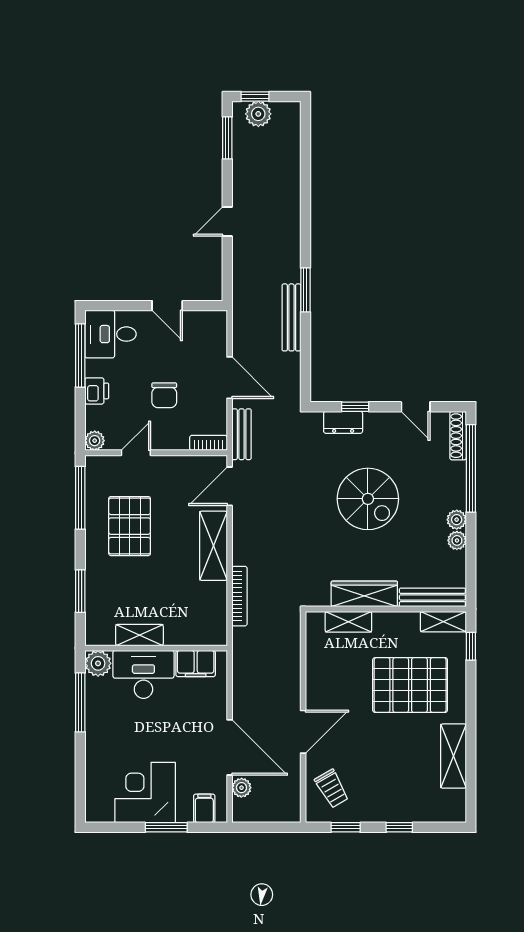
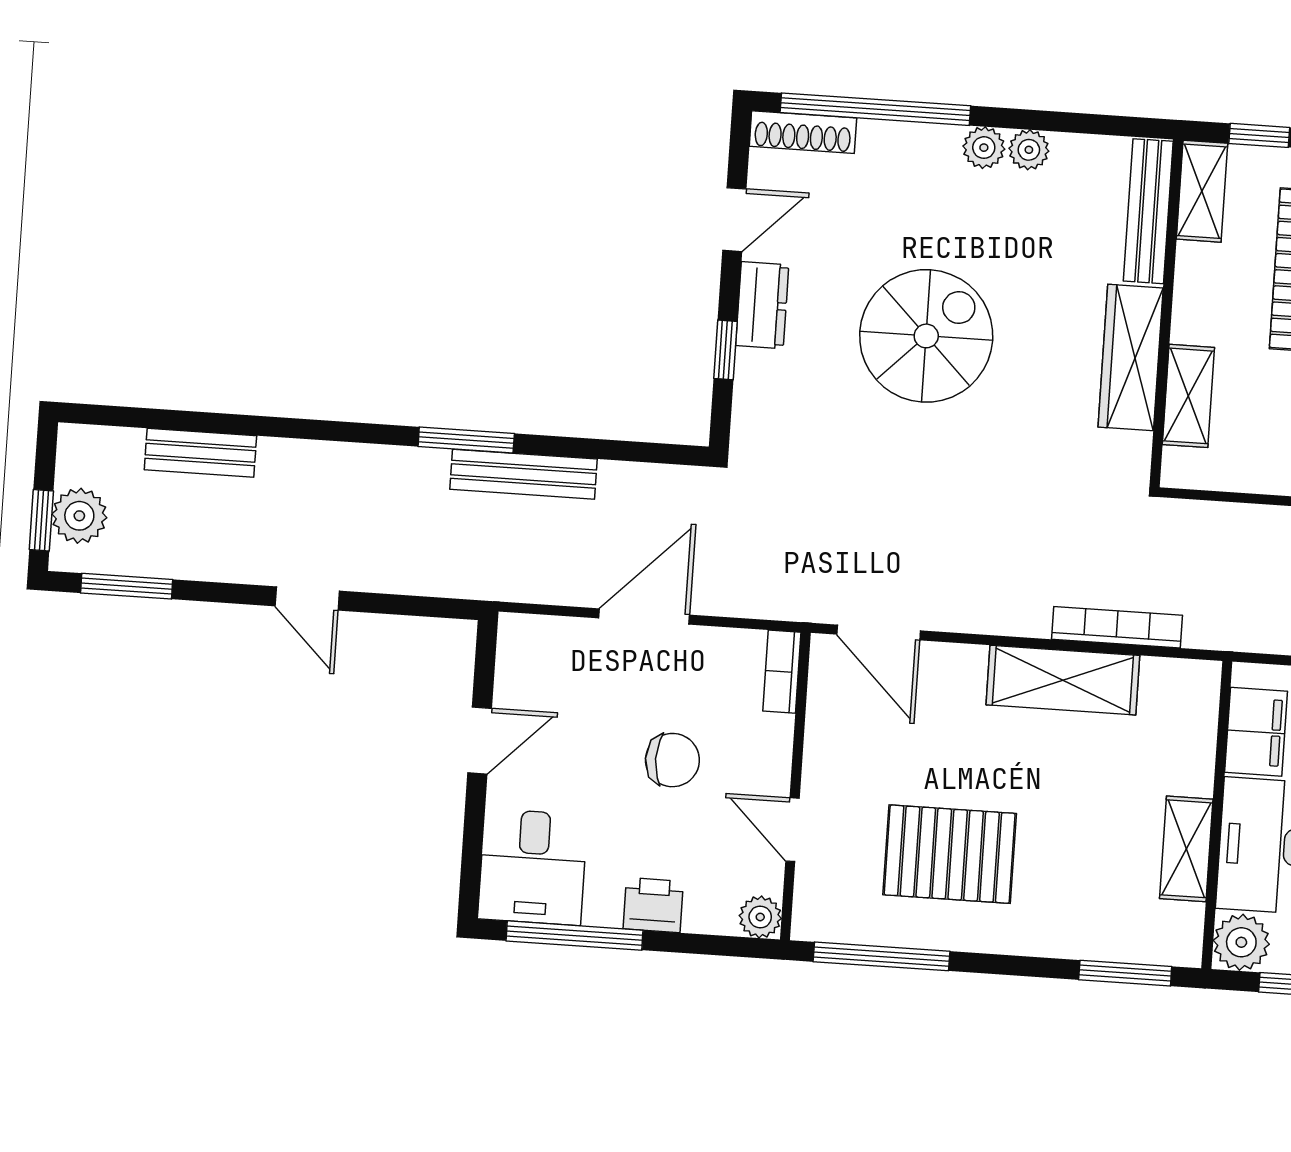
dresser: (343, 422) -> (762, 305), moved
bench: (242, 434) -> (200, 453), moved
shelving: (213, 546) -> (1063, 680), moved
window: (80, 591) -> (1125, 973), moved

